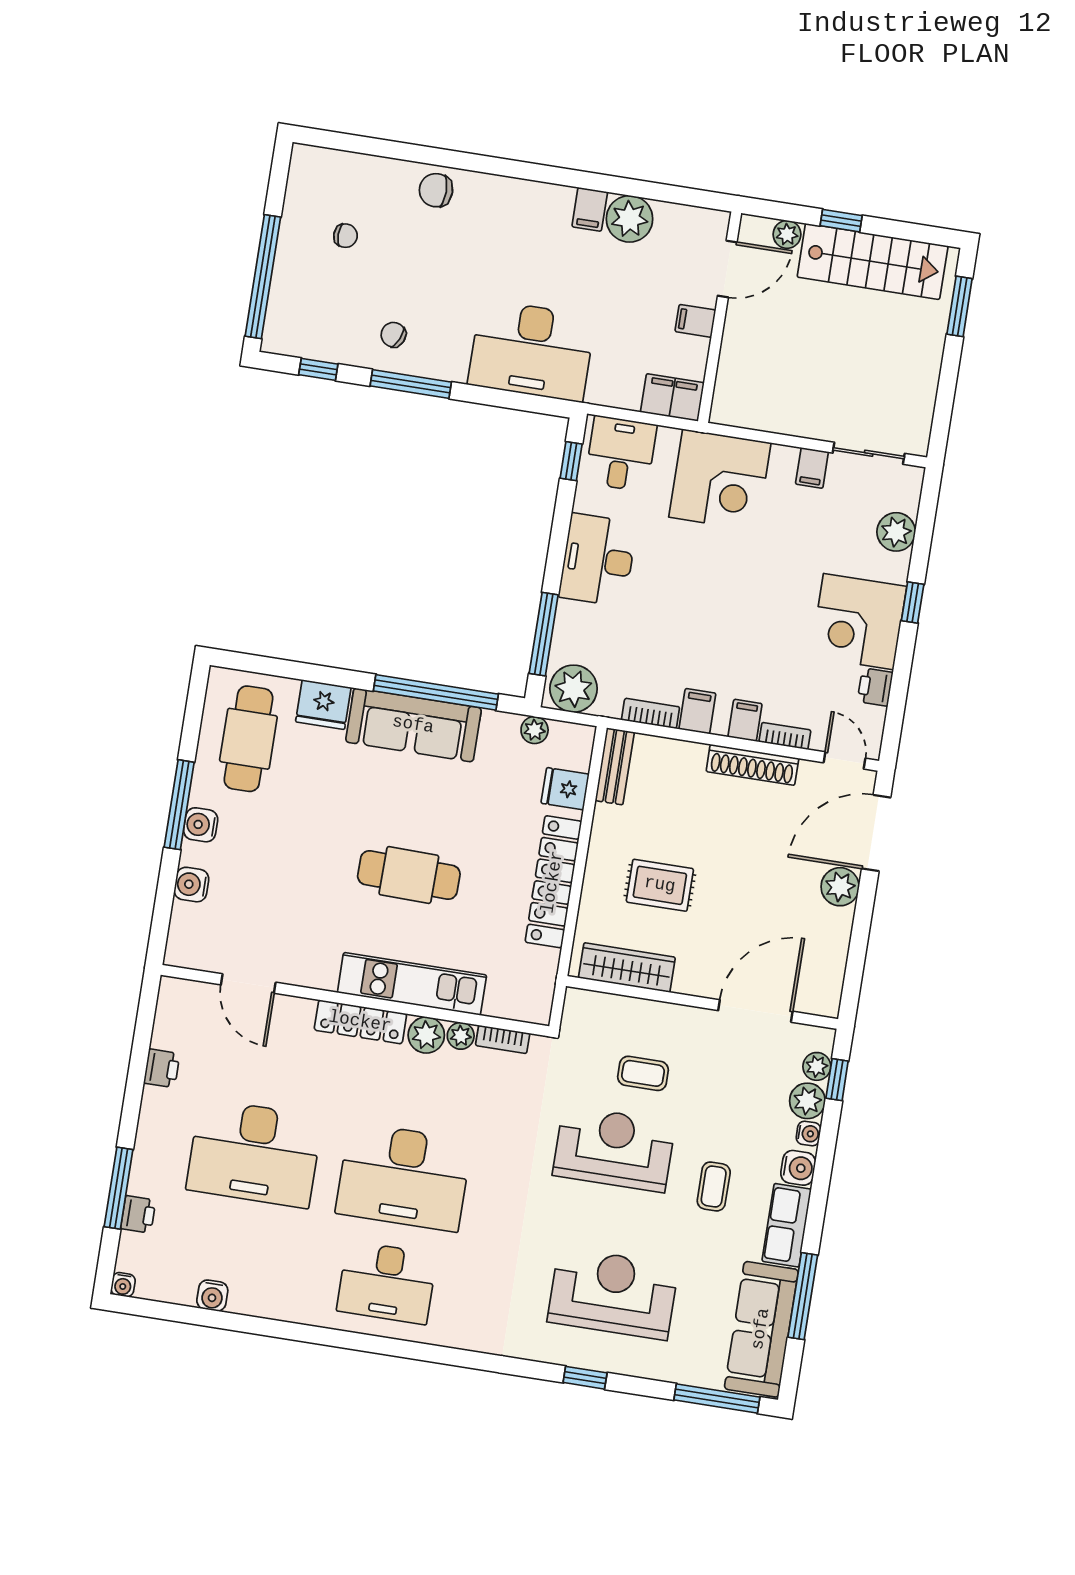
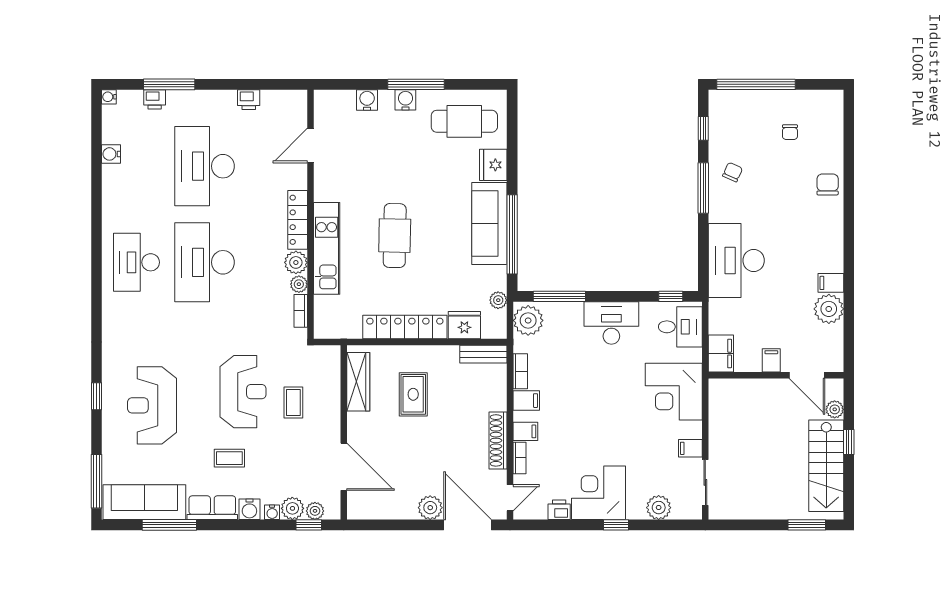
fridge: (565, 789) -> (464, 325), width x1.38
reception desk: (613, 1294) -> (152, 405), turned 180

